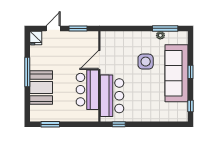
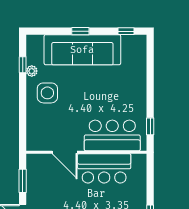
window: (165, 28) -> (23, 65), width x0.46
side table: (146, 62) -> (47, 93), moved

